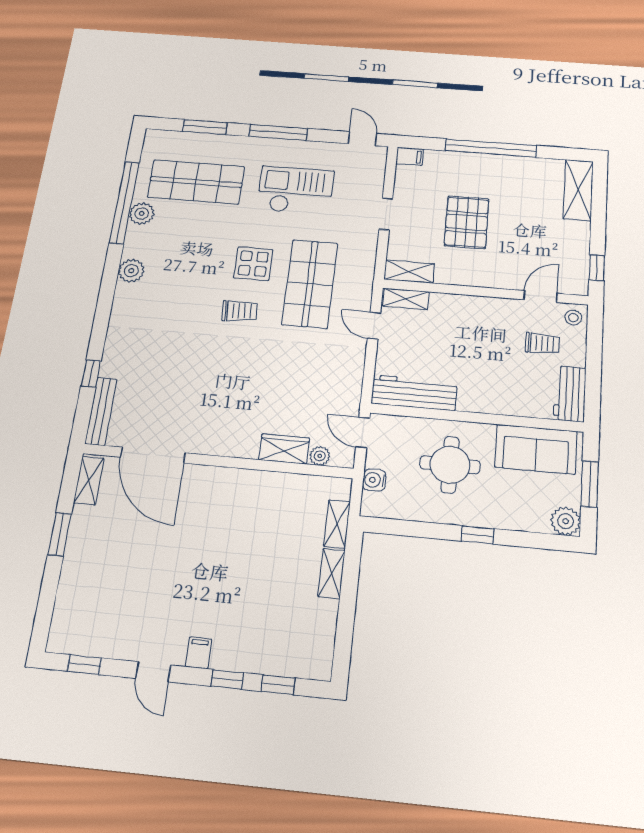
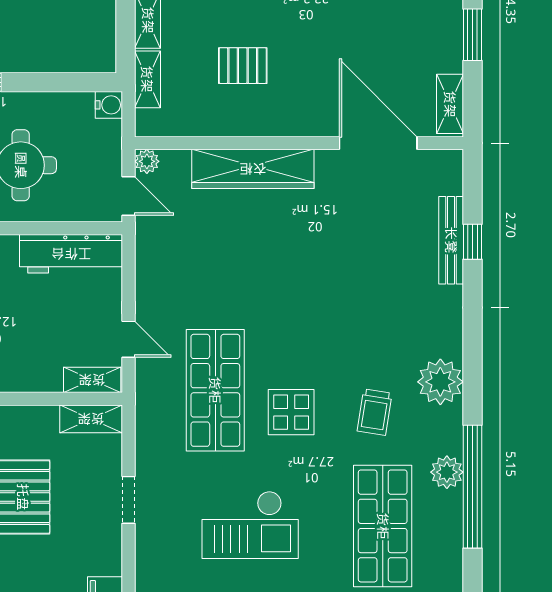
shop shelf: (196, 182) -> (383, 526), turned 90
plant: (131, 271) -> (440, 382), width x1.36, depth x1.36
trolley: (240, 311) -> (375, 412), moved, turned -77
bench: (101, 411) -> (451, 240), moved
wardrobe: (284, 449) -> (253, 169), width x2.10, depth x1.17
plant: (320, 456) -> (147, 161), moved
water cooler: (374, 480) -> (109, 105), moved
pallet: (255, 528) -> (243, 66), added

